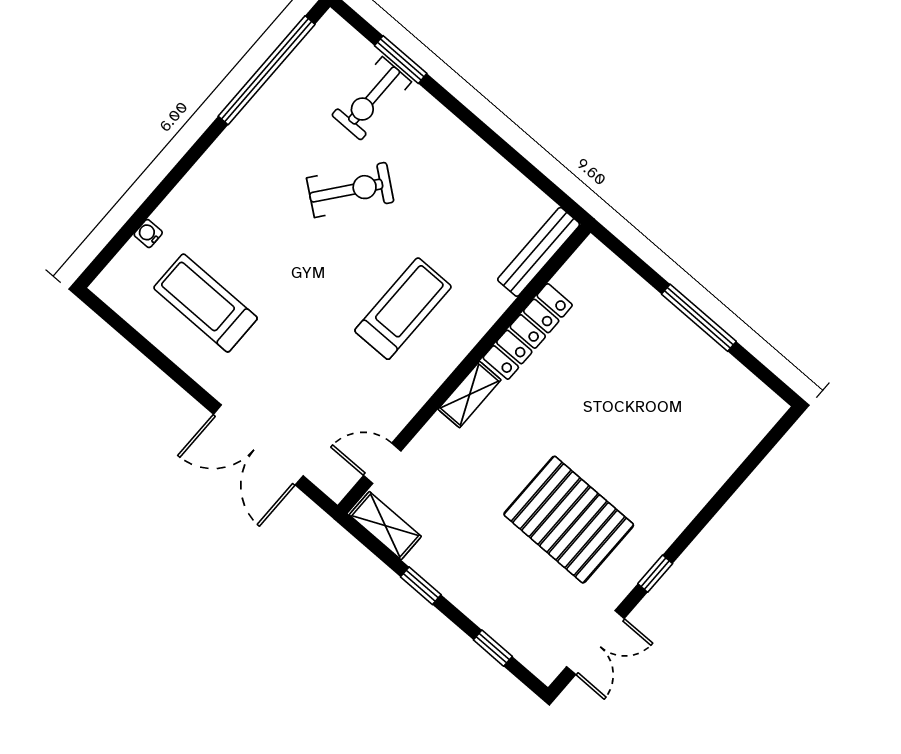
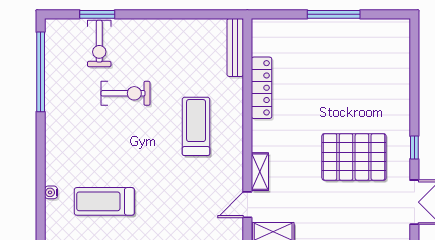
exercise bike: (350, 190) -> (125, 93), turned 52
shelving: (470, 395) -> (260, 172), moved

